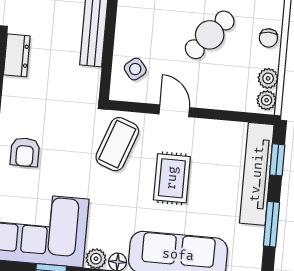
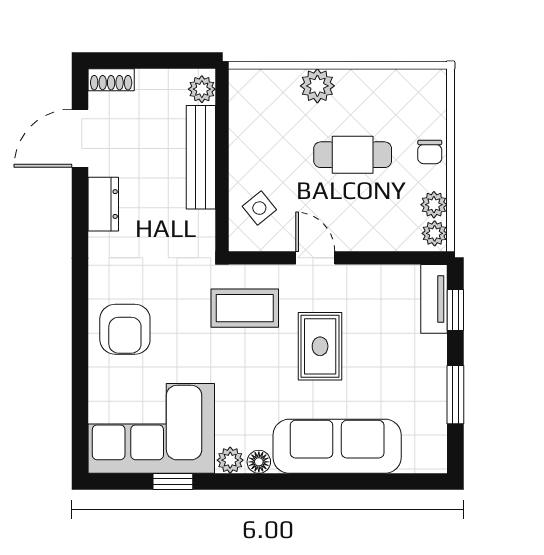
cafe table: (210, 35) -> (353, 155), turned 49
coffee table: (117, 144) -> (245, 308), turned 70
armchair: (25, 152) -> (125, 329), width x1.38, depth x1.38
tv unit: (257, 174) -> (434, 299), width x0.52, depth x0.78

